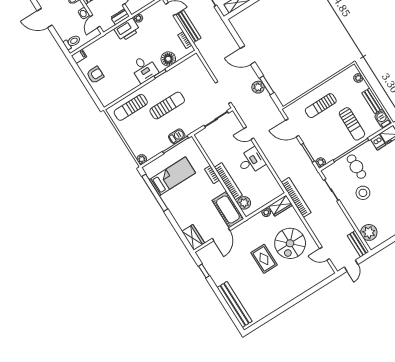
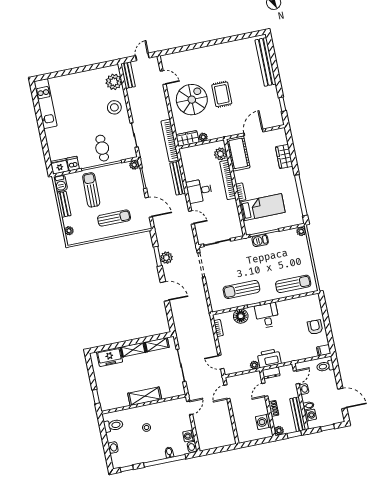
bench: (188, 27) -> (178, 178), moved
armchair: (95, 75) -> (315, 327), turned 90
sun lounger: (167, 105) -> (241, 289), moved
bed: (172, 176) -> (262, 207), moved, turned 180
stool: (363, 193) -> (114, 107), moved
wardrobe: (193, 237) -> (284, 156), moved

